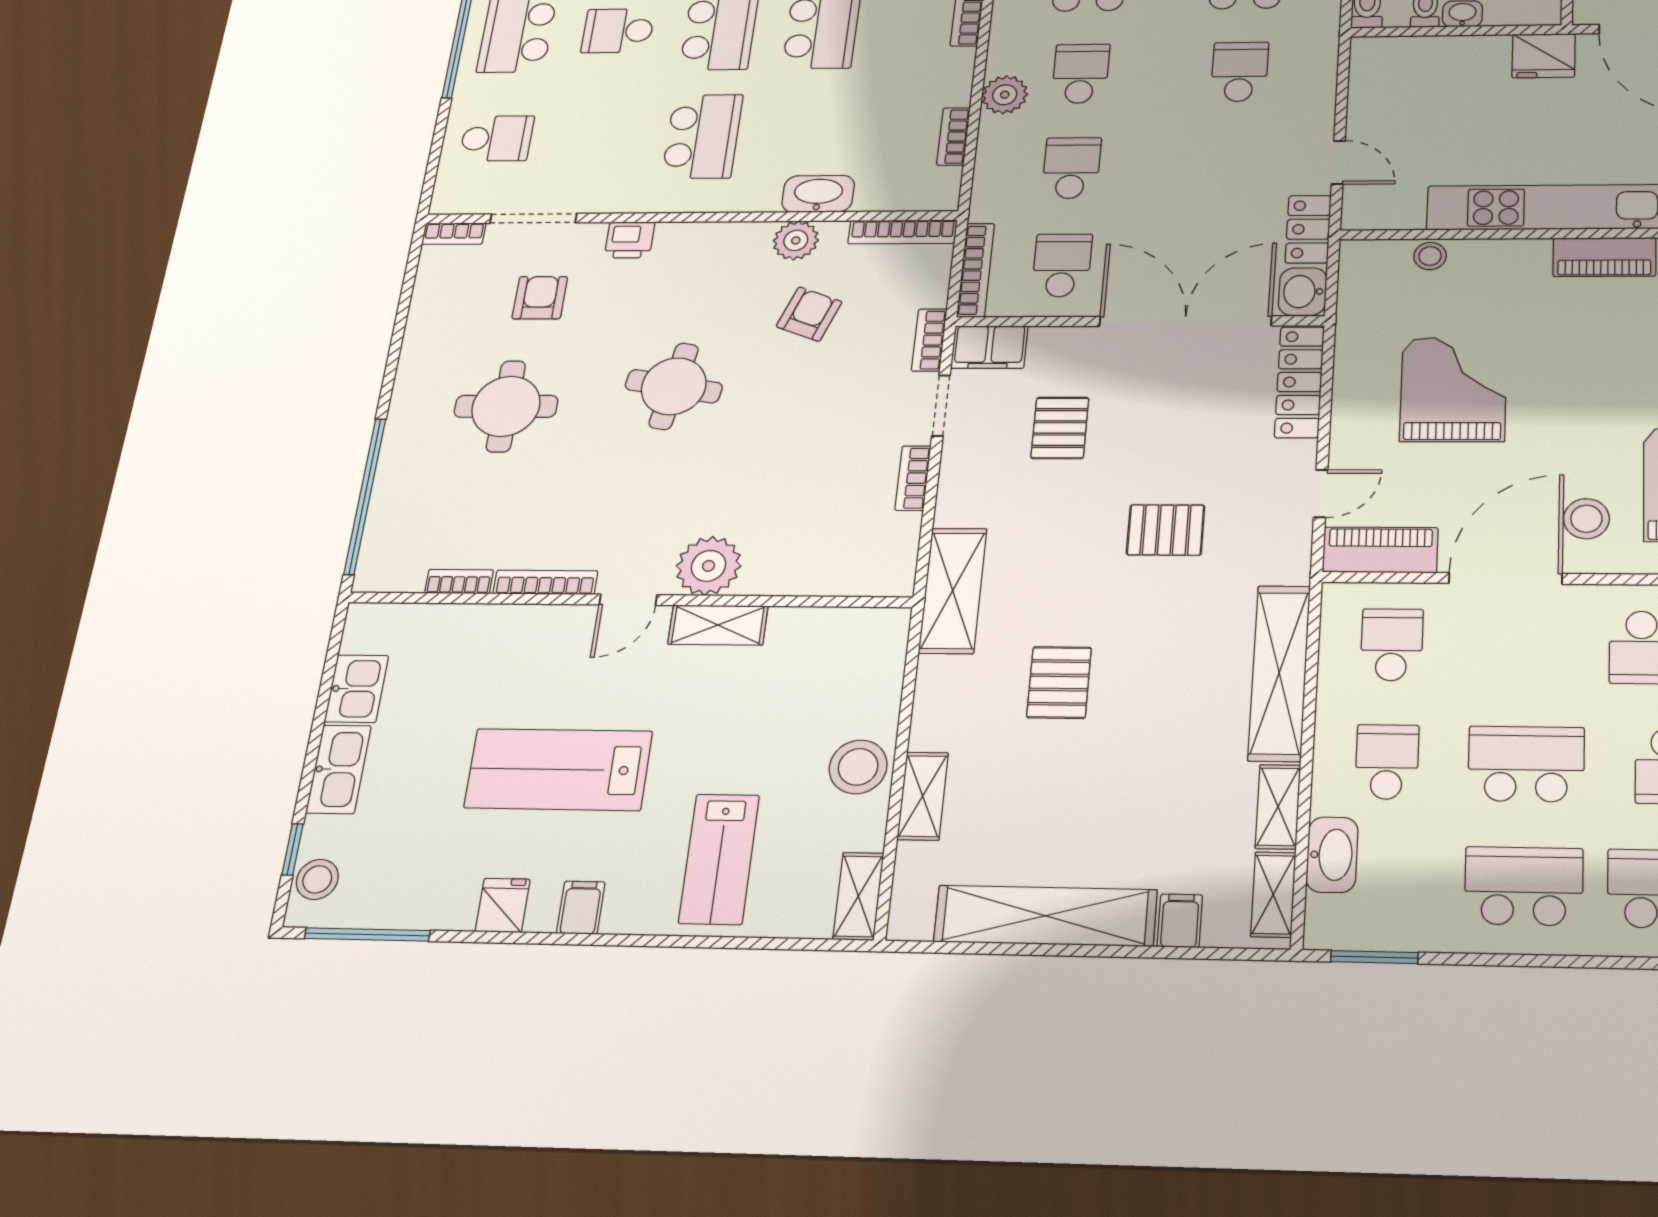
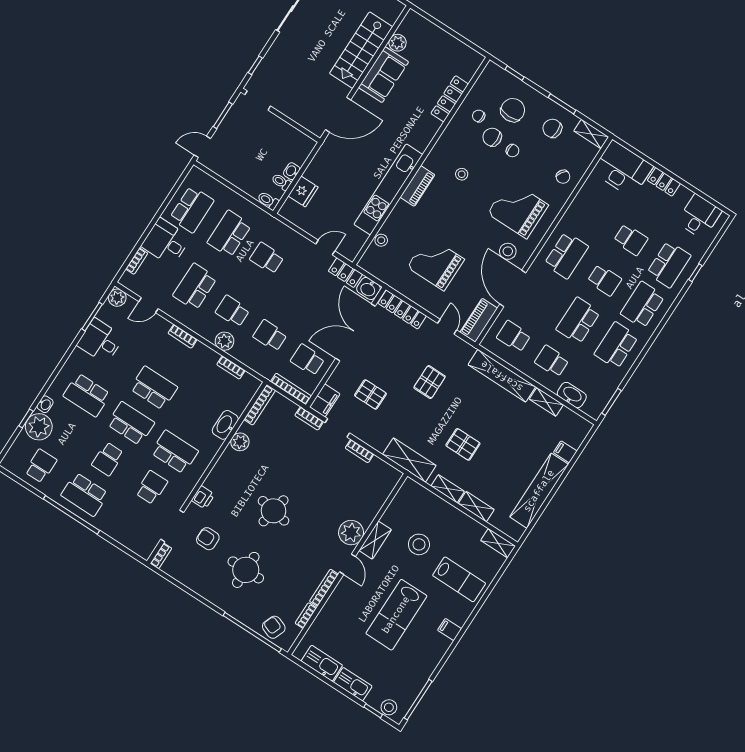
fridge: (1544, 56) -> (303, 191), moved
school desk: (497, 138) -> (152, 487), moved
armchair: (809, 314) -> (274, 627), moved
kitchen sink: (356, 689) -> (322, 663), width x1.38
stool: (858, 767) -> (419, 544), moved
shelving: (1273, 895) -> (448, 489), moved
fridge: (503, 905) -> (434, 653), removed

